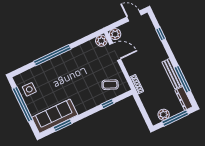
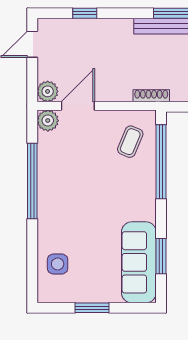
window: (52, 55) -> (32, 181), moved
side table: (29, 89) -> (58, 264), moved
window: (23, 104) -> (92, 308), width x0.47
window: (107, 104) -> (161, 162), width x3.17

